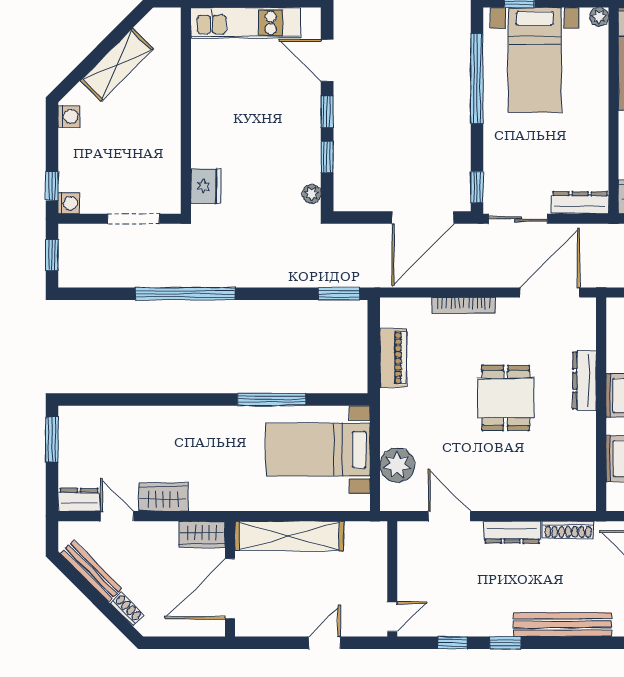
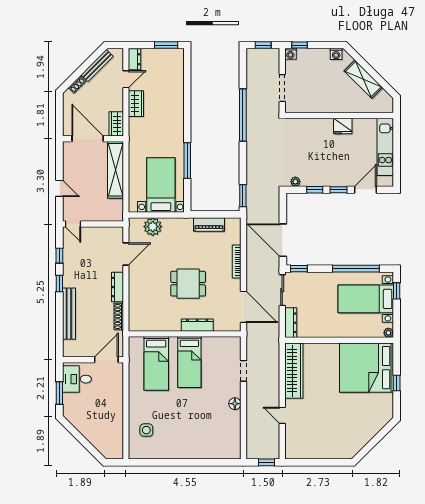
fridge: (206, 186) -> (343, 126), moved

